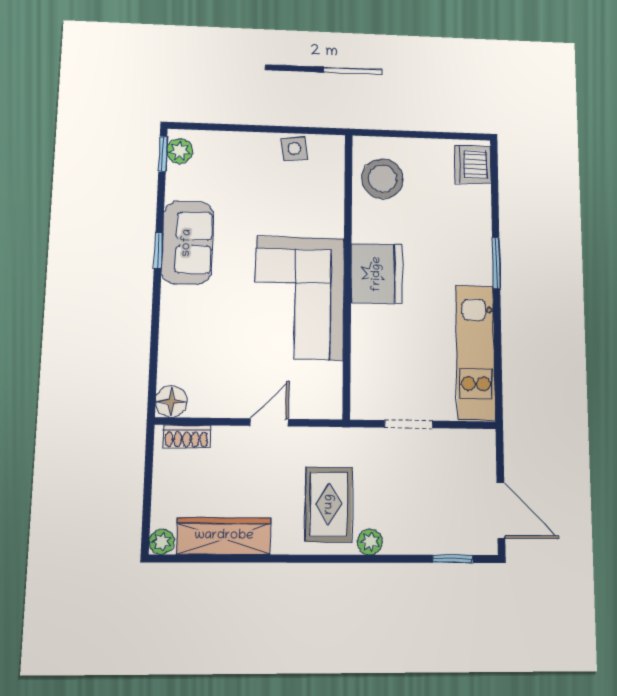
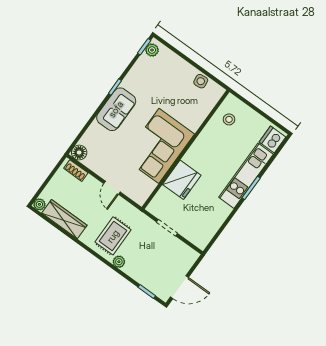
stool: (382, 179) -> (229, 119), width x0.53, depth x0.53
sofa: (187, 243) -> (116, 109), moved
fridge: (377, 274) -> (182, 180), moved
kitchen unit: (476, 352) -> (246, 176), moved
door: (269, 422) -> (112, 188), swing flipped
door: (501, 510) -> (179, 287), hinge flipped

